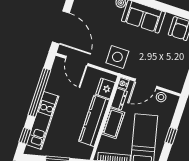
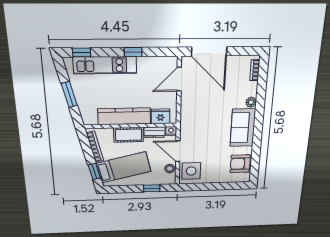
door: (61, 27) -> (209, 51), hinge flipped
side table: (117, 57) -> (191, 171), moved
window: (39, 92) -> (133, 52), width x0.32
window: (171, 136) -> (152, 188), moved

